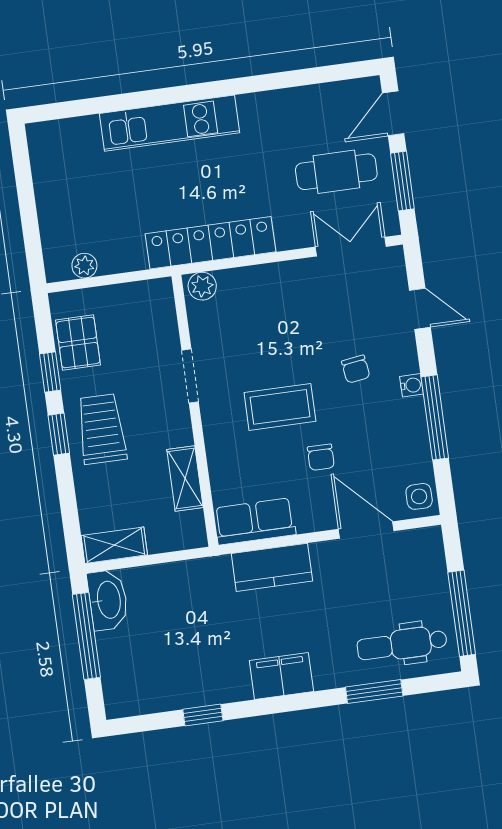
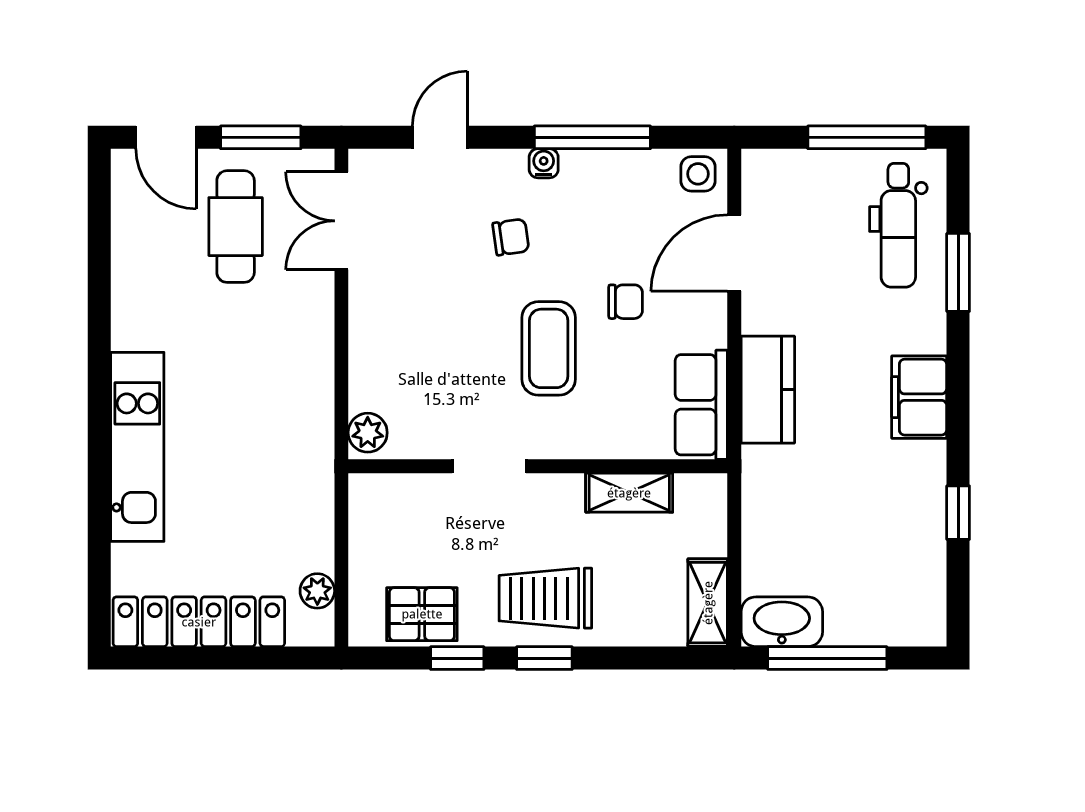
locker: (210, 243) -> (199, 622), moved, turned 90

